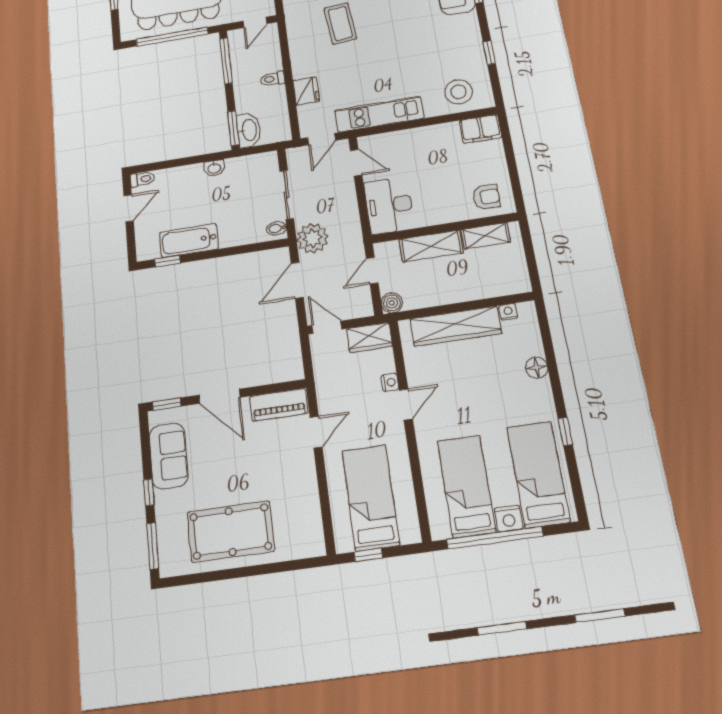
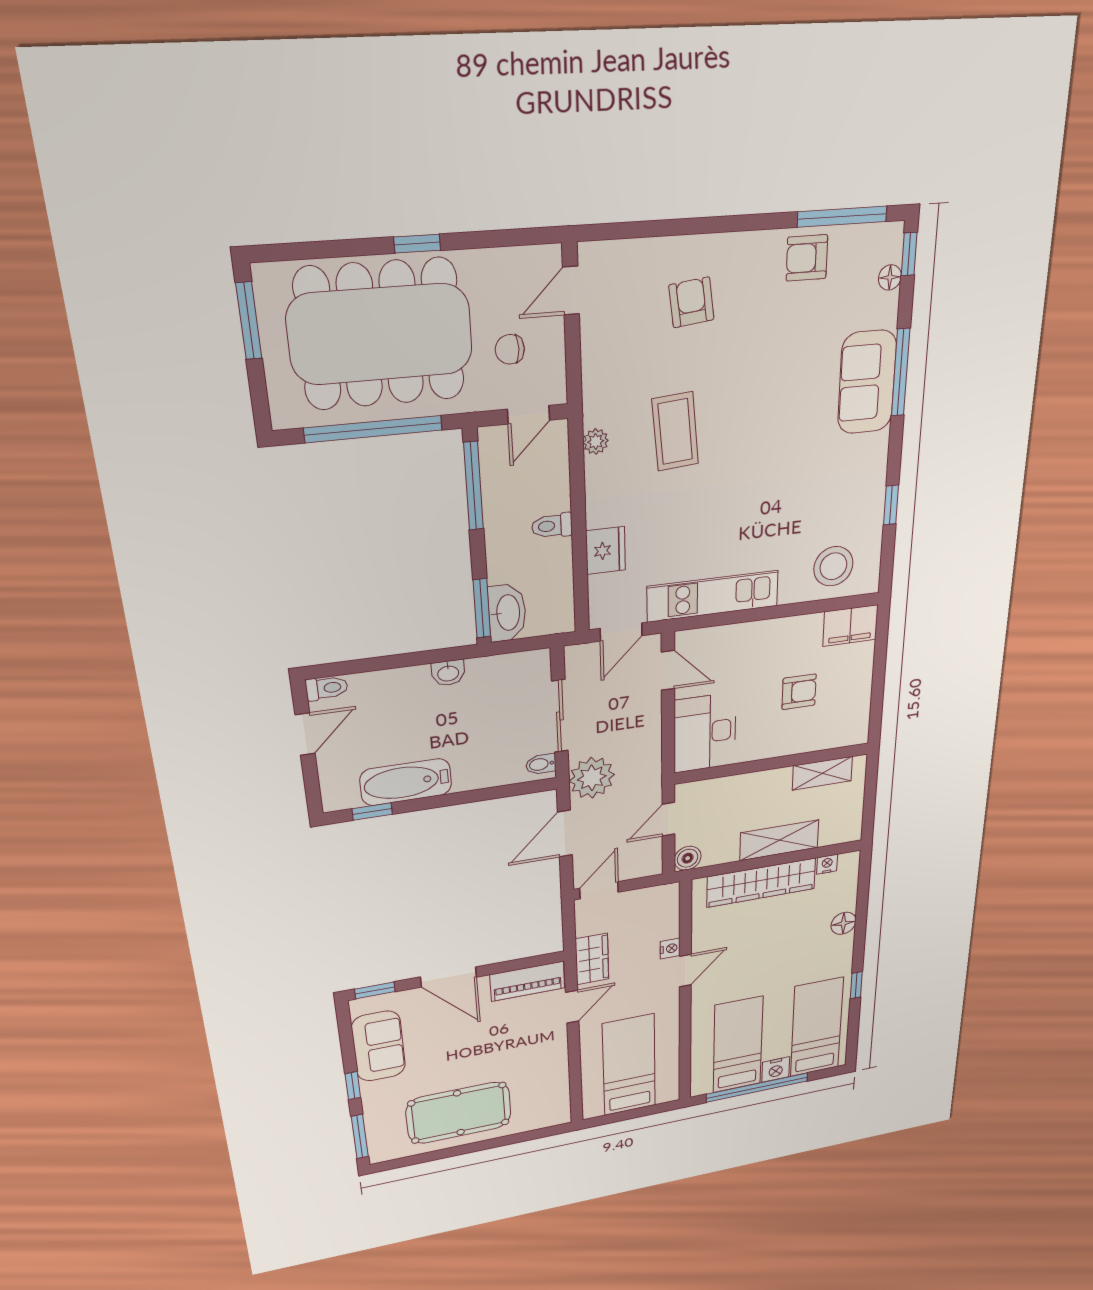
plant: (294, 33) -> (596, 442), added
armchair: (486, 197) -> (799, 692), moved
shelving: (431, 246) -> (779, 840), moved
door: (327, 327) -> (599, 890), hinge flipped
wardrobe: (369, 337) -> (592, 959), moved, turned -90
window: (368, 555) -> (619, 1117), removed

